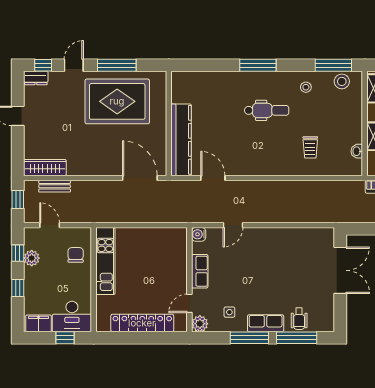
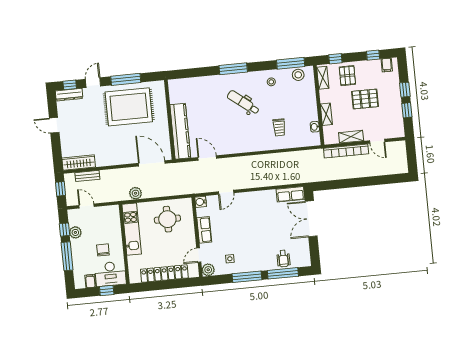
dresser: (36, 78) -> (69, 95), width x1.44
dental chair: (267, 110) -> (243, 102), turned -142
plant: (115, 215) -> (135, 193), added
round table: (153, 253) -> (167, 219), added
chair: (76, 255) -> (103, 250), moved
double door: (340, 270) -> (311, 219), swing flipped
window: (18, 288) -> (67, 256), width x2.17
filing cabinet: (38, 323) -> (90, 281), width x0.50
row of seats: (266, 323) -> (290, 194), moved, turned 180

